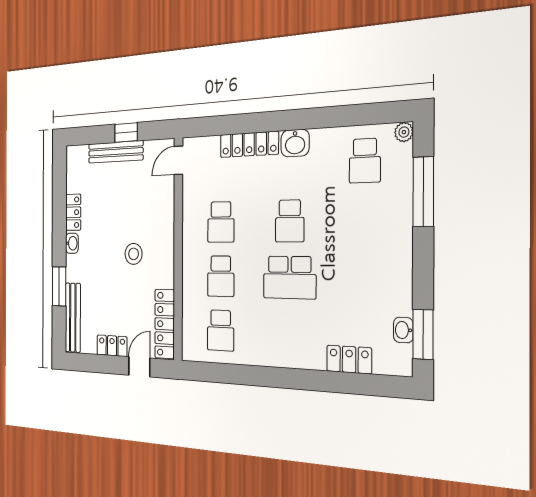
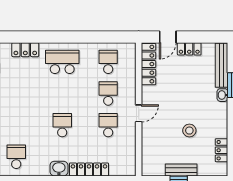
bench: (116, 152) -> (181, 170), width x0.73
door: (178, 160) -> (139, 113), moved
locker: (73, 212) -> (221, 150), moved
washbasin: (72, 243) -> (222, 95), moved
stool: (134, 254) -> (189, 131), moved
school desk: (290, 277) -> (62, 62), moved

